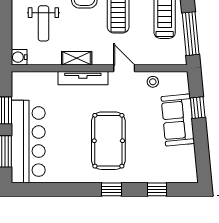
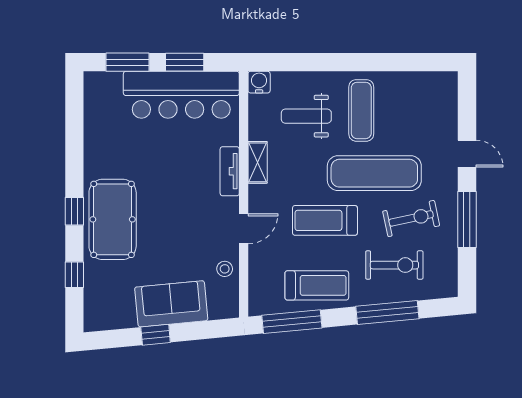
tv unit: (83, 78) -> (230, 171), width x0.71
window: (198, 108) -> (156, 335), moved
pool table: (108, 141) -> (113, 219), moved, turned 90
bar counter: (28, 142) -> (181, 95), moved

